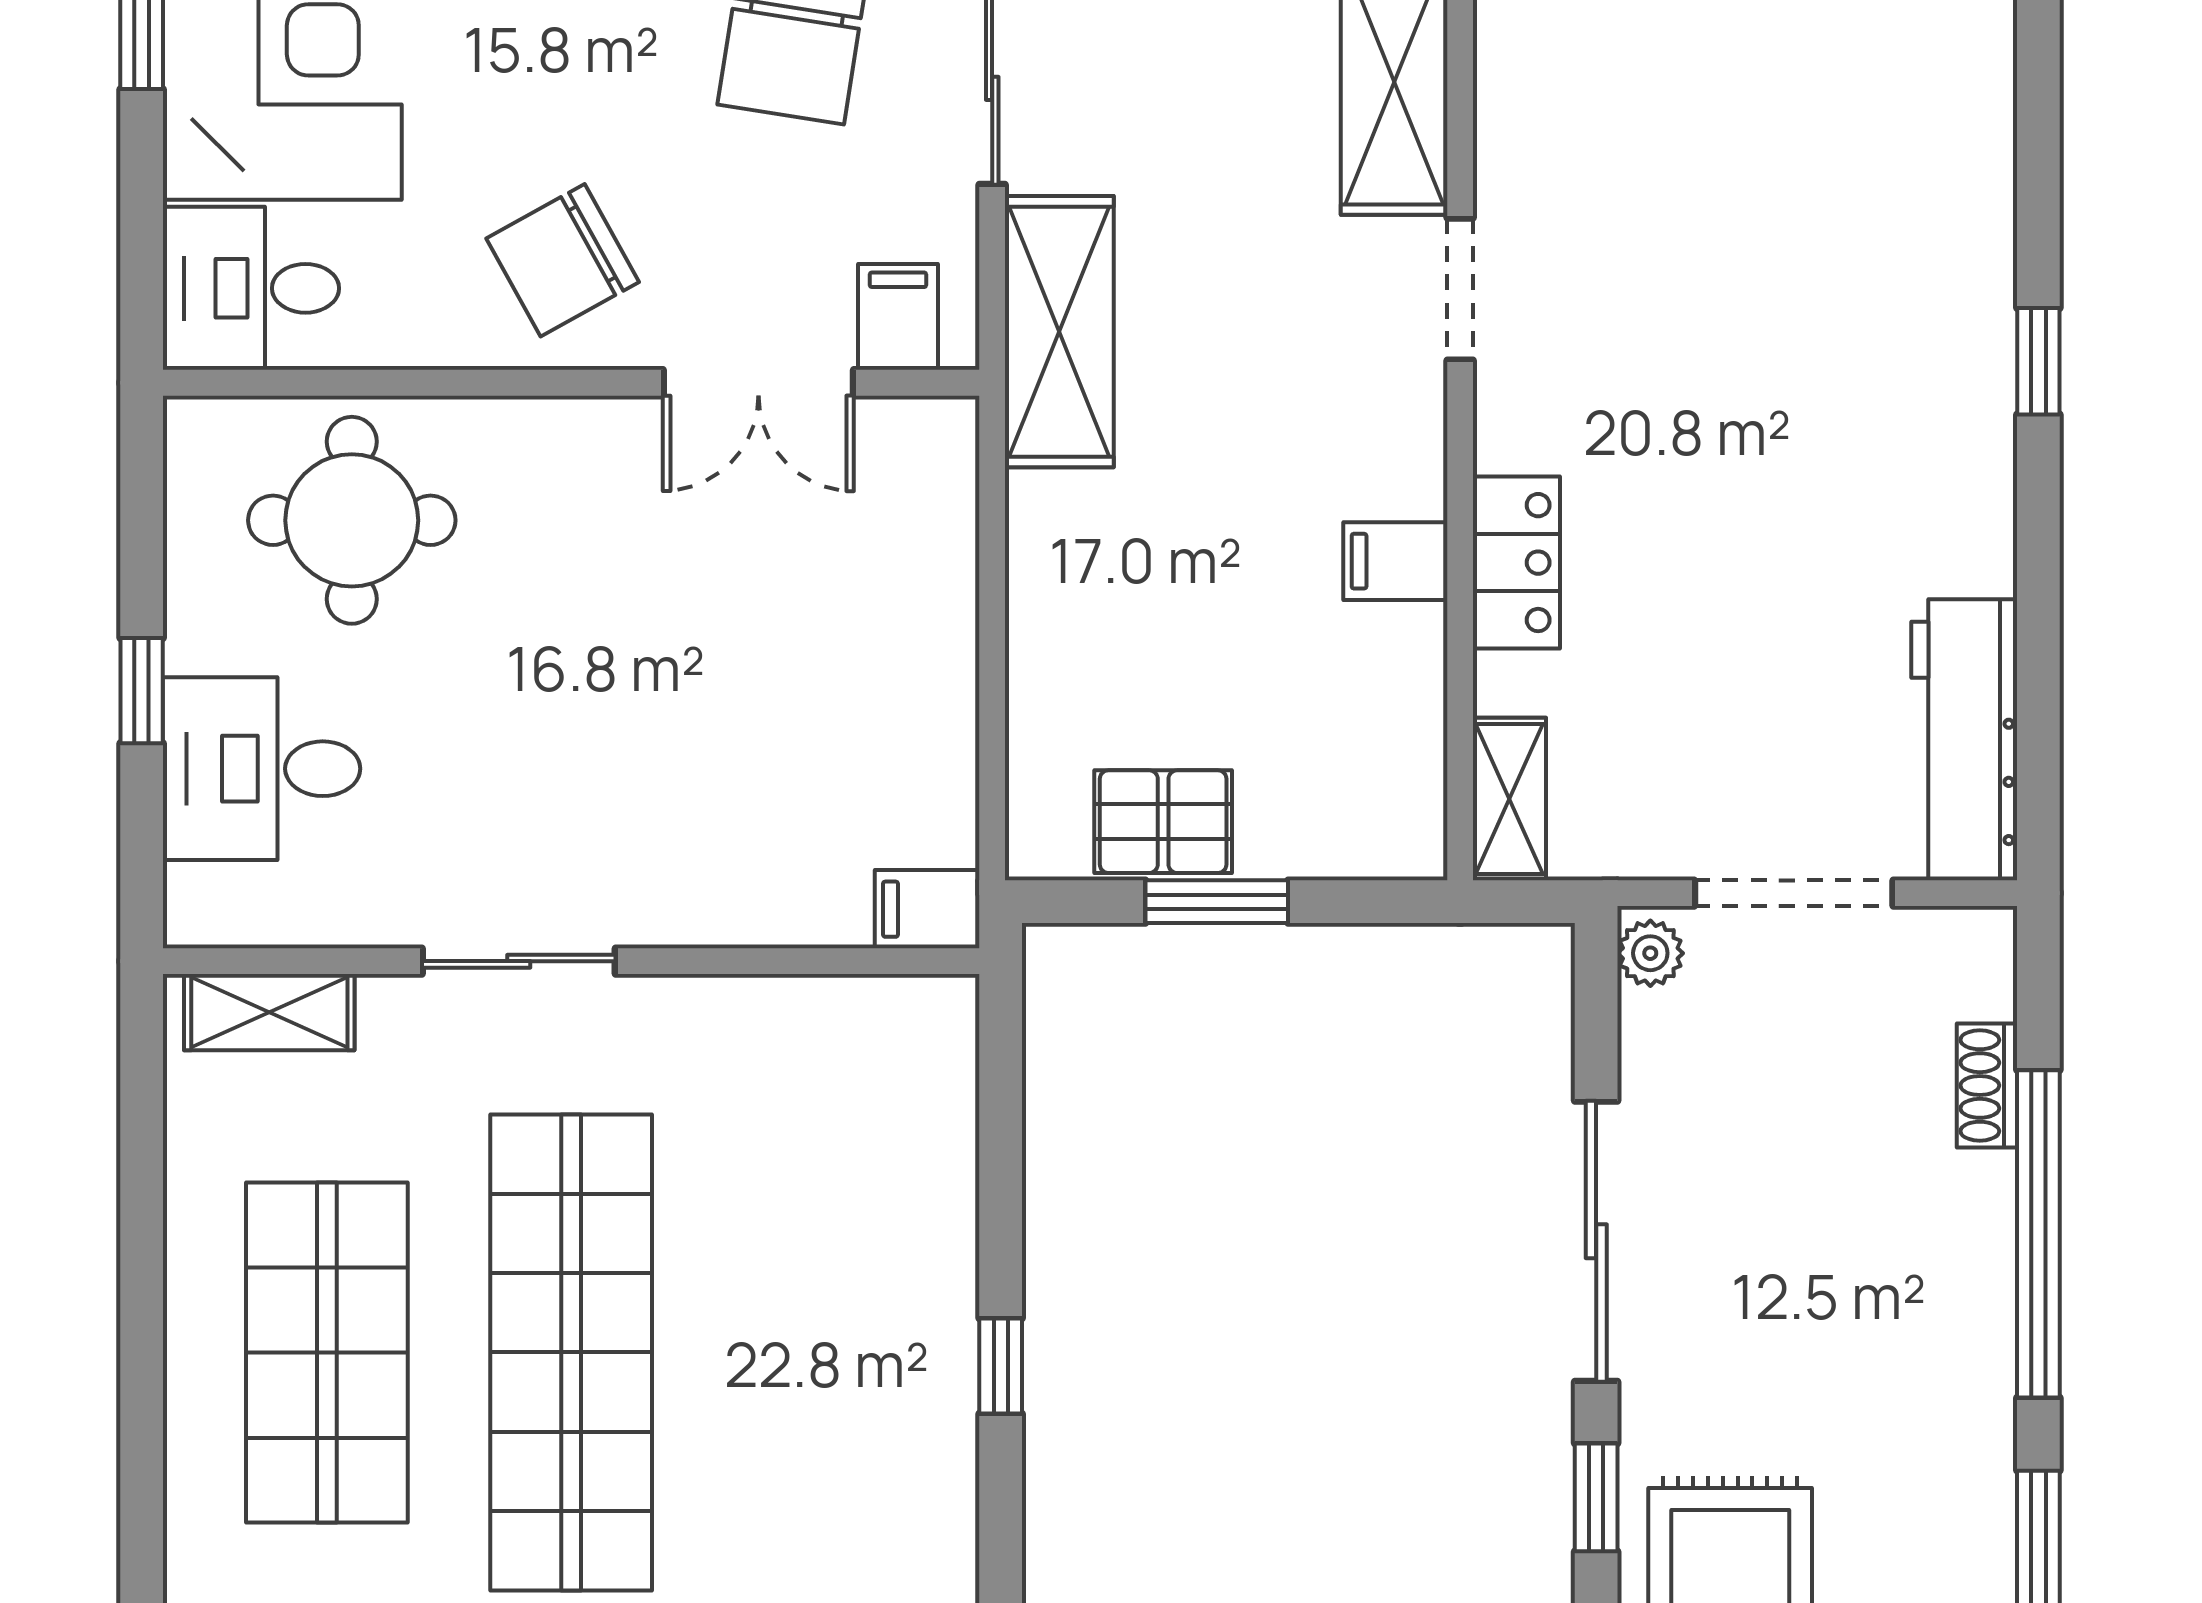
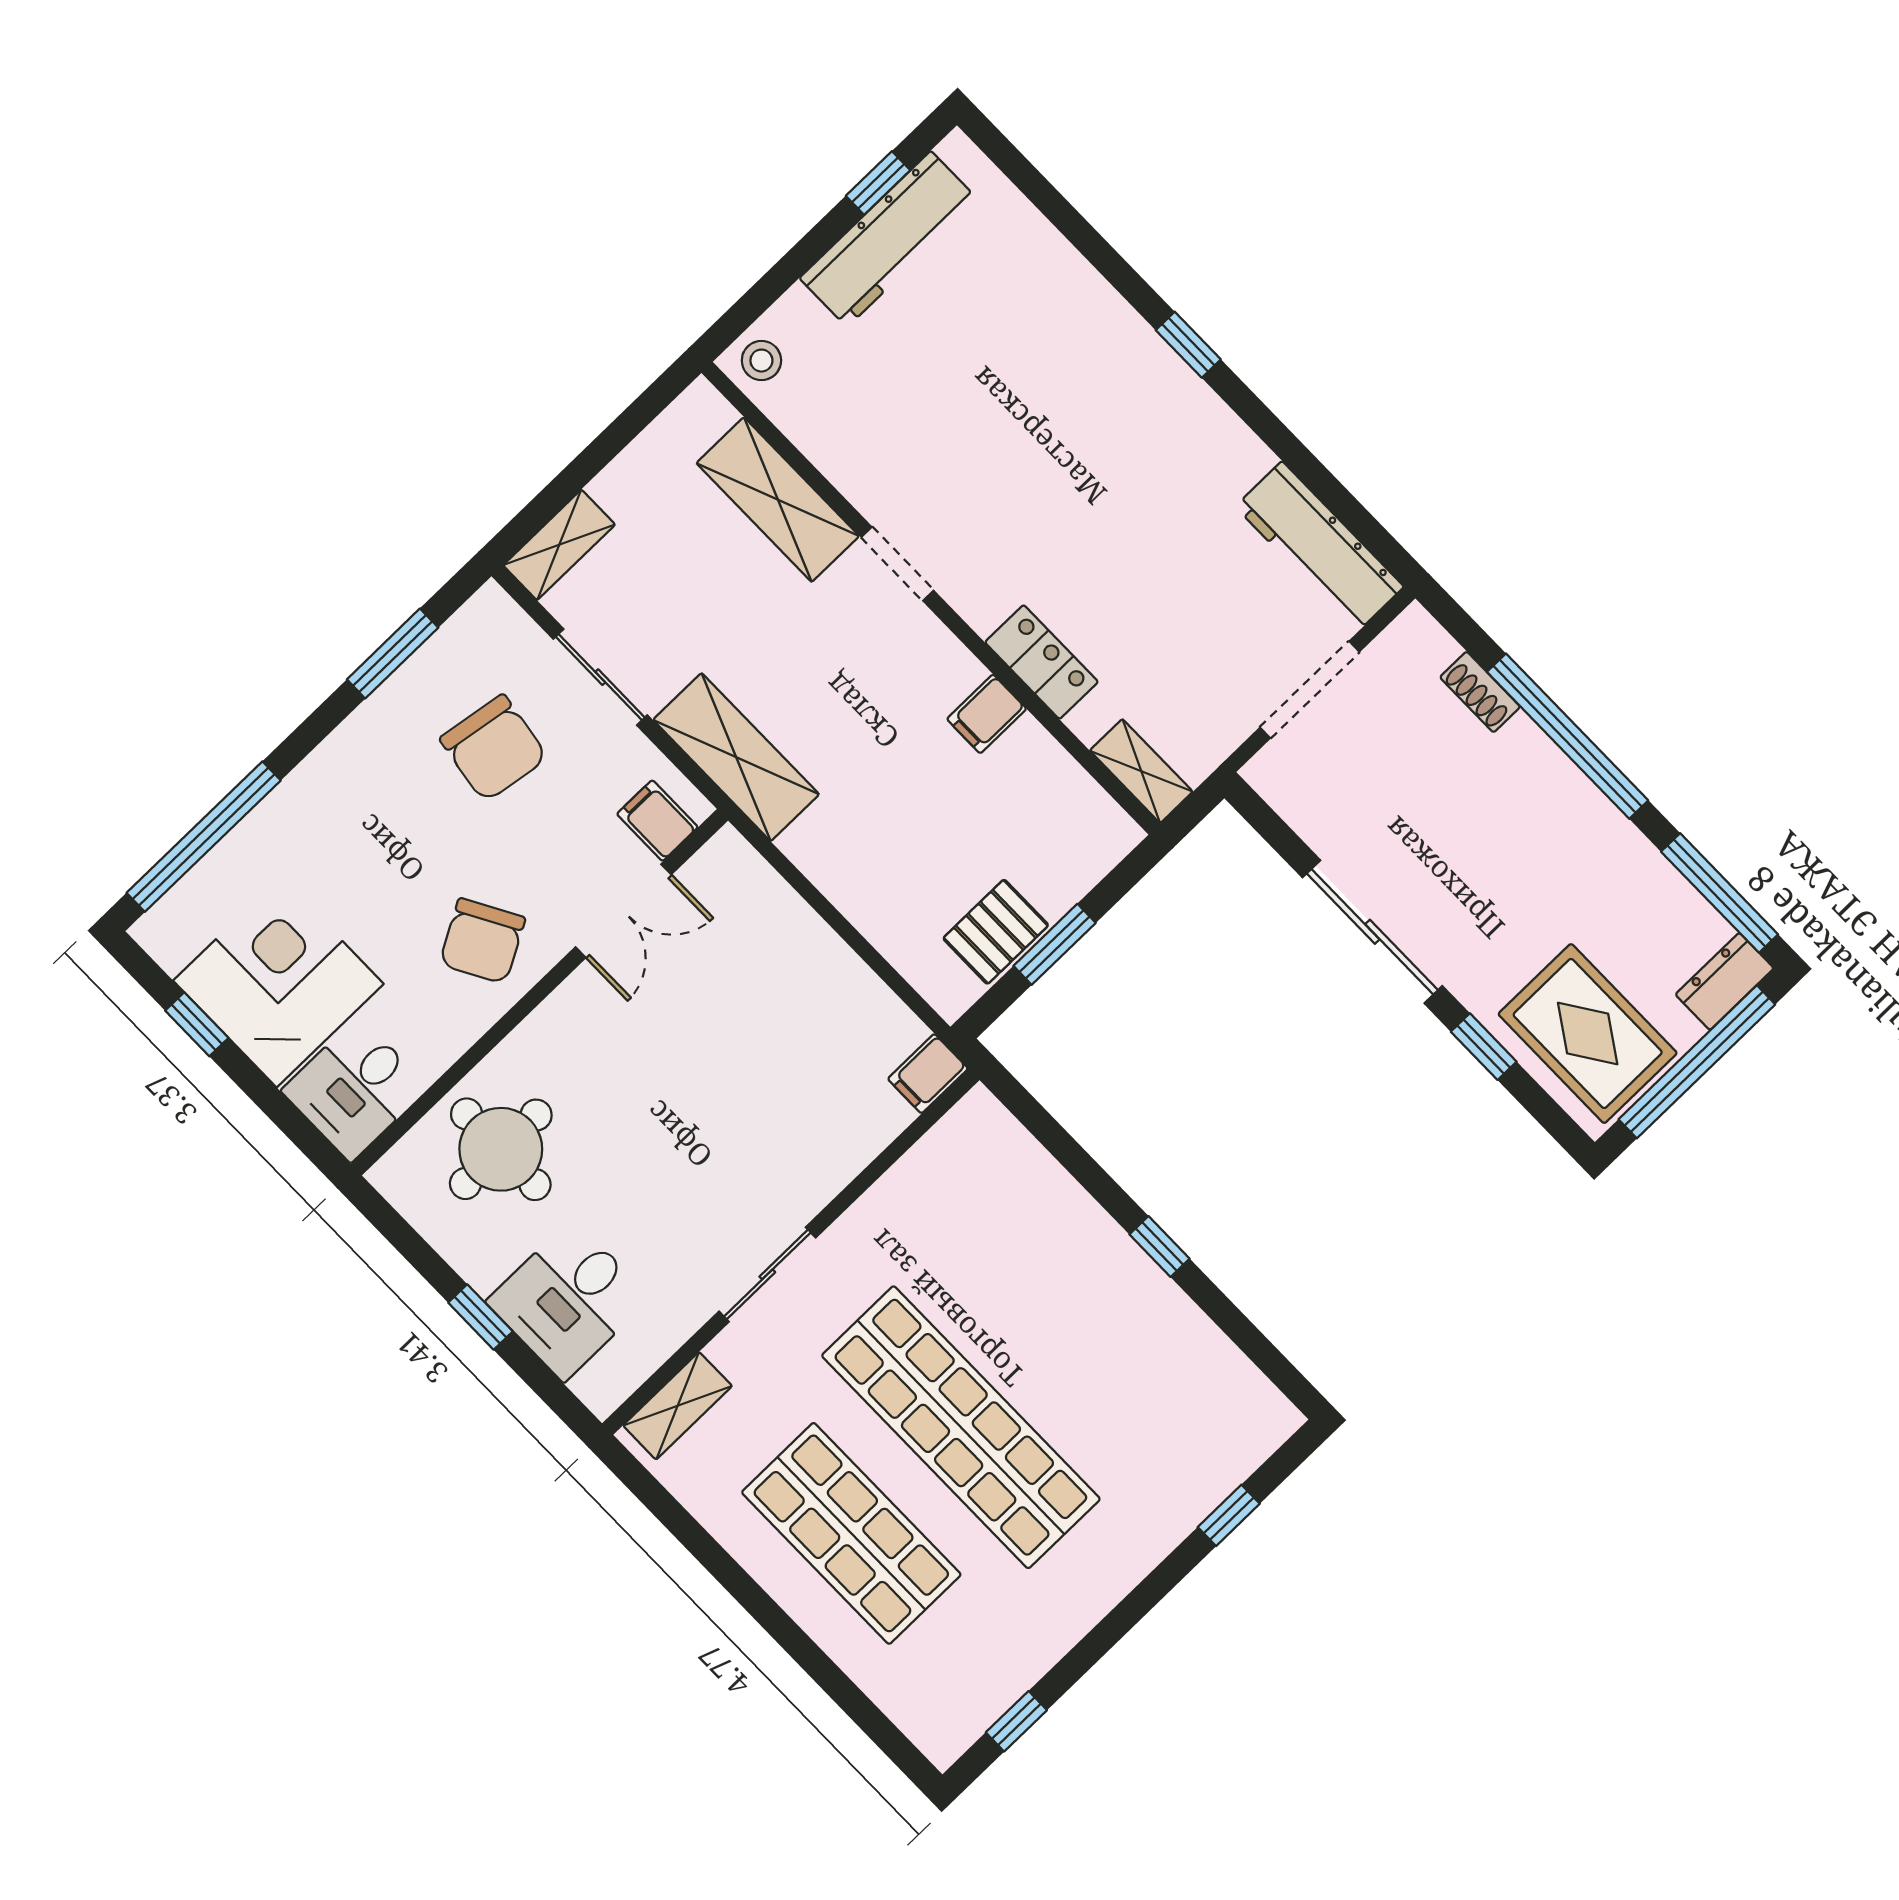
plant: (1650, 953) -> (1271, 779), removed

